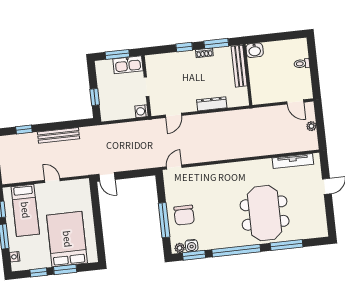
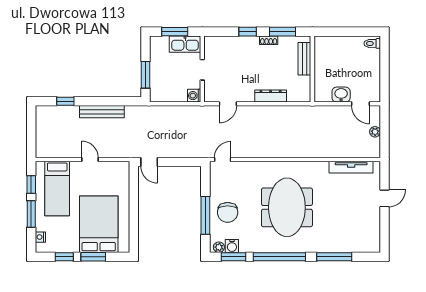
washbasin: (255, 50) -> (341, 95), moved, turned 180
toilet: (302, 64) -> (372, 43), moved
bench: (239, 66) -> (304, 59), width x0.73
window: (95, 97) -> (145, 75), width x1.50
meeting table: (265, 213) -> (287, 207), moved

